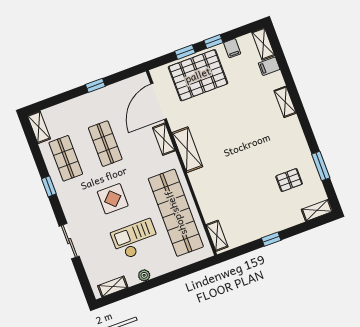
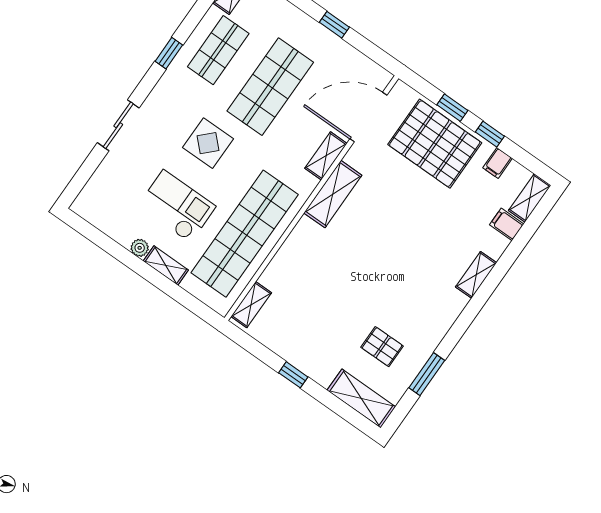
shop shelf: (105, 144) -> (270, 87), width x1.43, depth x1.36
shelving: (317, 210) -> (361, 398), width x1.50, depth x1.33
shelving: (113, 287) -> (166, 266), moved

